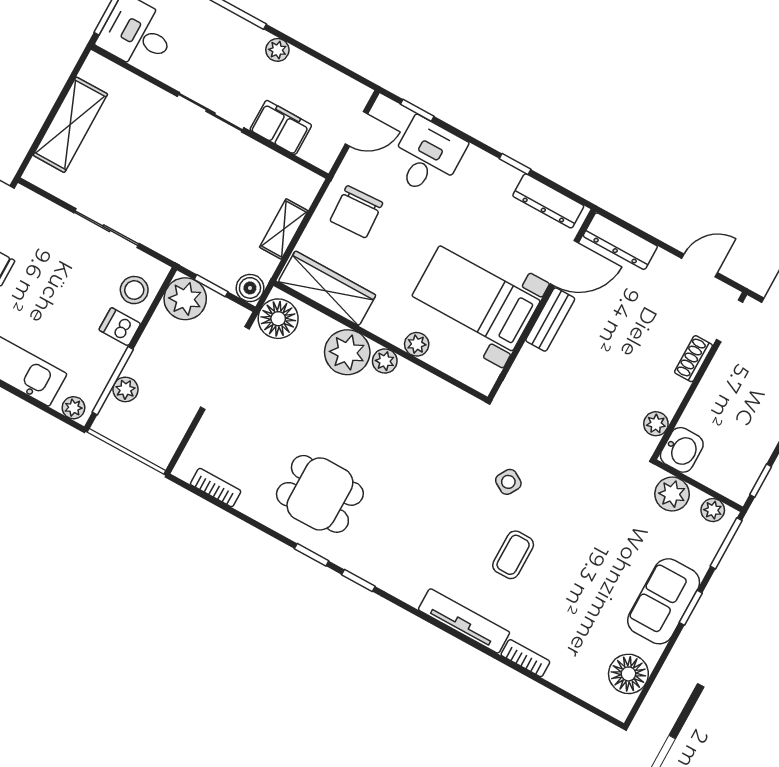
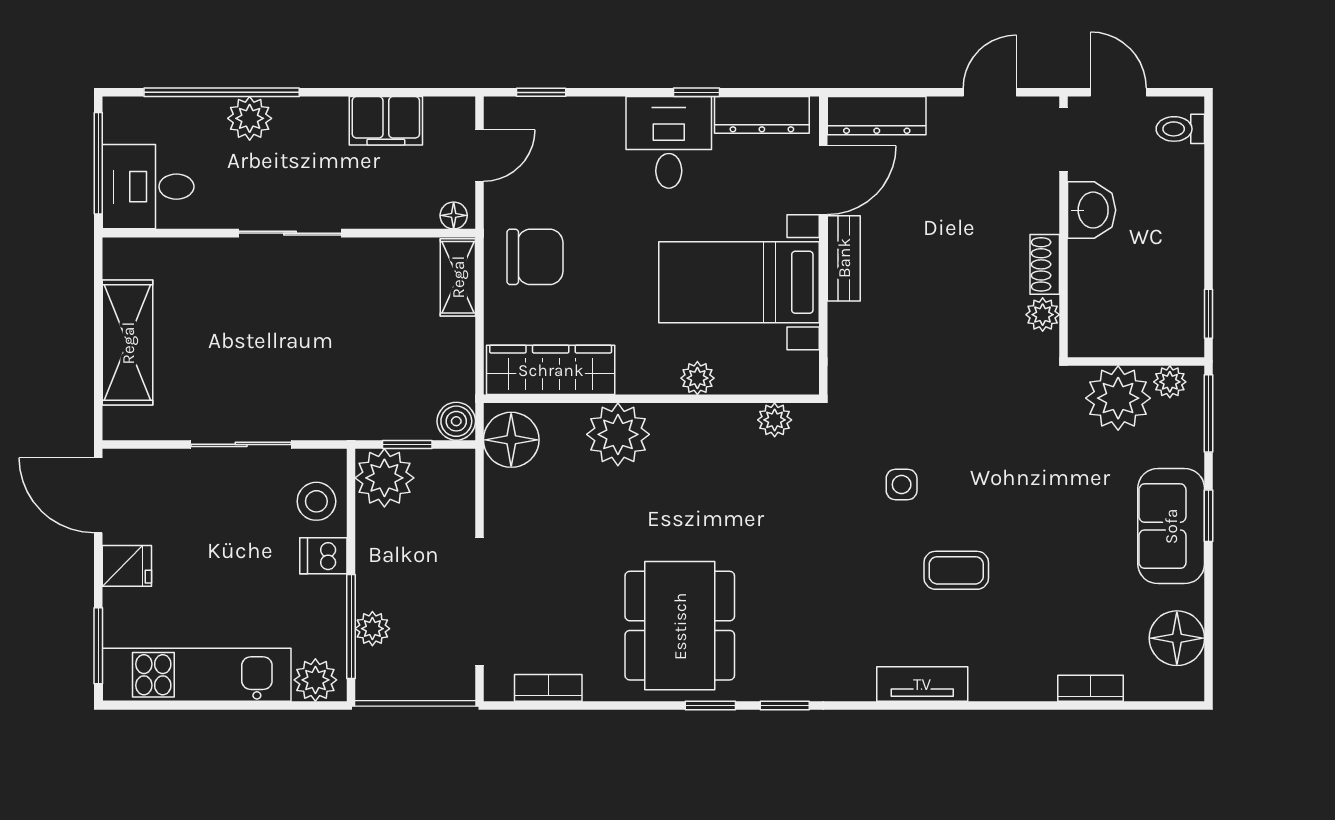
plant: (277, 50) -> (250, 118), moved, width x1.38, depth x1.38
filing cabinet: (281, 127) -> (386, 121), moved, turned 180
desk: (427, 157) -> (669, 142), moved
floor lamp: (319, 158) -> (454, 215), added
chair: (356, 212) -> (535, 257), turned -87
shelving: (284, 229) -> (458, 277), moved
shoe rack: (693, 359) -> (1045, 264), moved
plant: (385, 361) -> (775, 420), moved
doorway: (225, 368) -> (479, 601), moved
plant: (73, 408) -> (315, 680), width x1.38, depth x1.38
washbasin: (682, 450) -> (1092, 210), moved
side table: (508, 482) -> (902, 485), turned -31
dining table: (320, 494) -> (680, 626), width x1.38
plant: (672, 494) -> (1118, 398), width x1.36, depth x1.36
coffee table: (513, 555) -> (956, 570), turned 90
tv unit: (464, 621) -> (922, 684), width x0.71
bookcase: (525, 658) -> (1090, 688), moved

